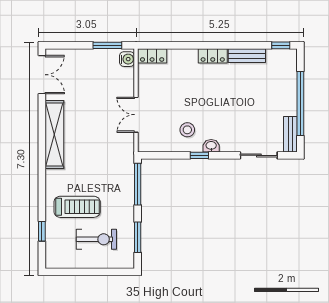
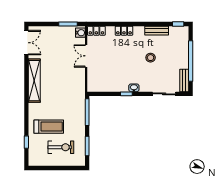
locker: (213, 56) -> (124, 31), moved
double door: (136, 115) -> (86, 56), moved
stool: (187, 130) -> (151, 58), moved

